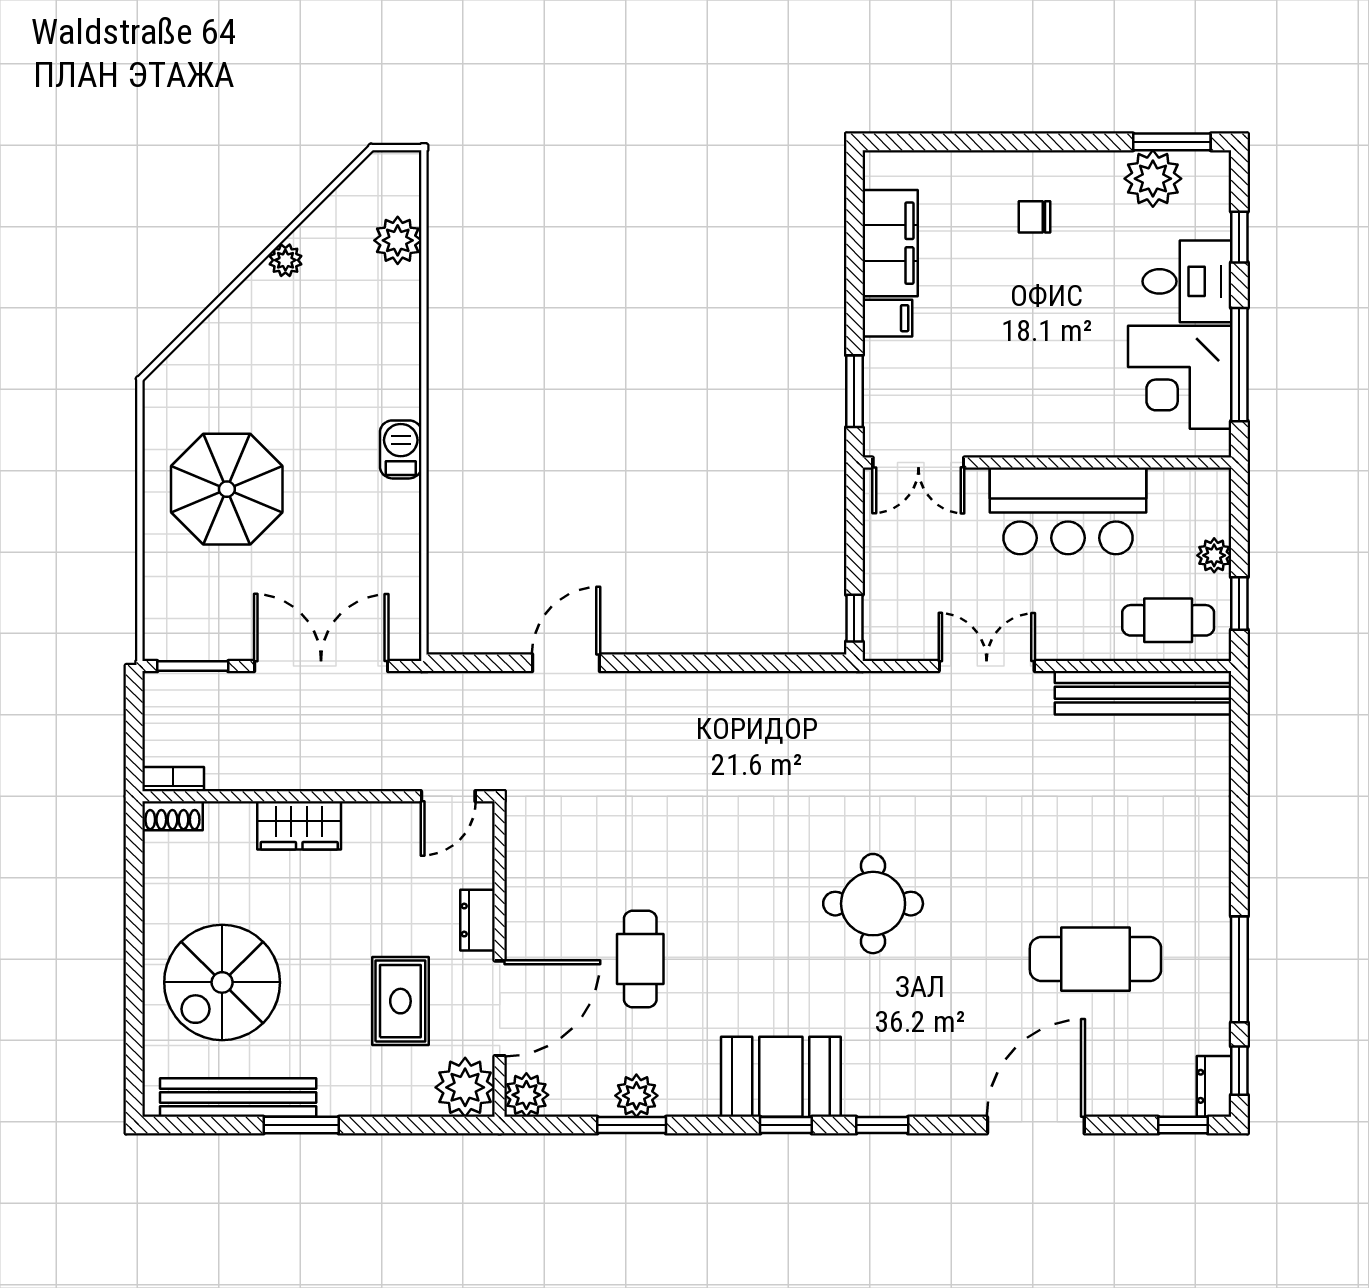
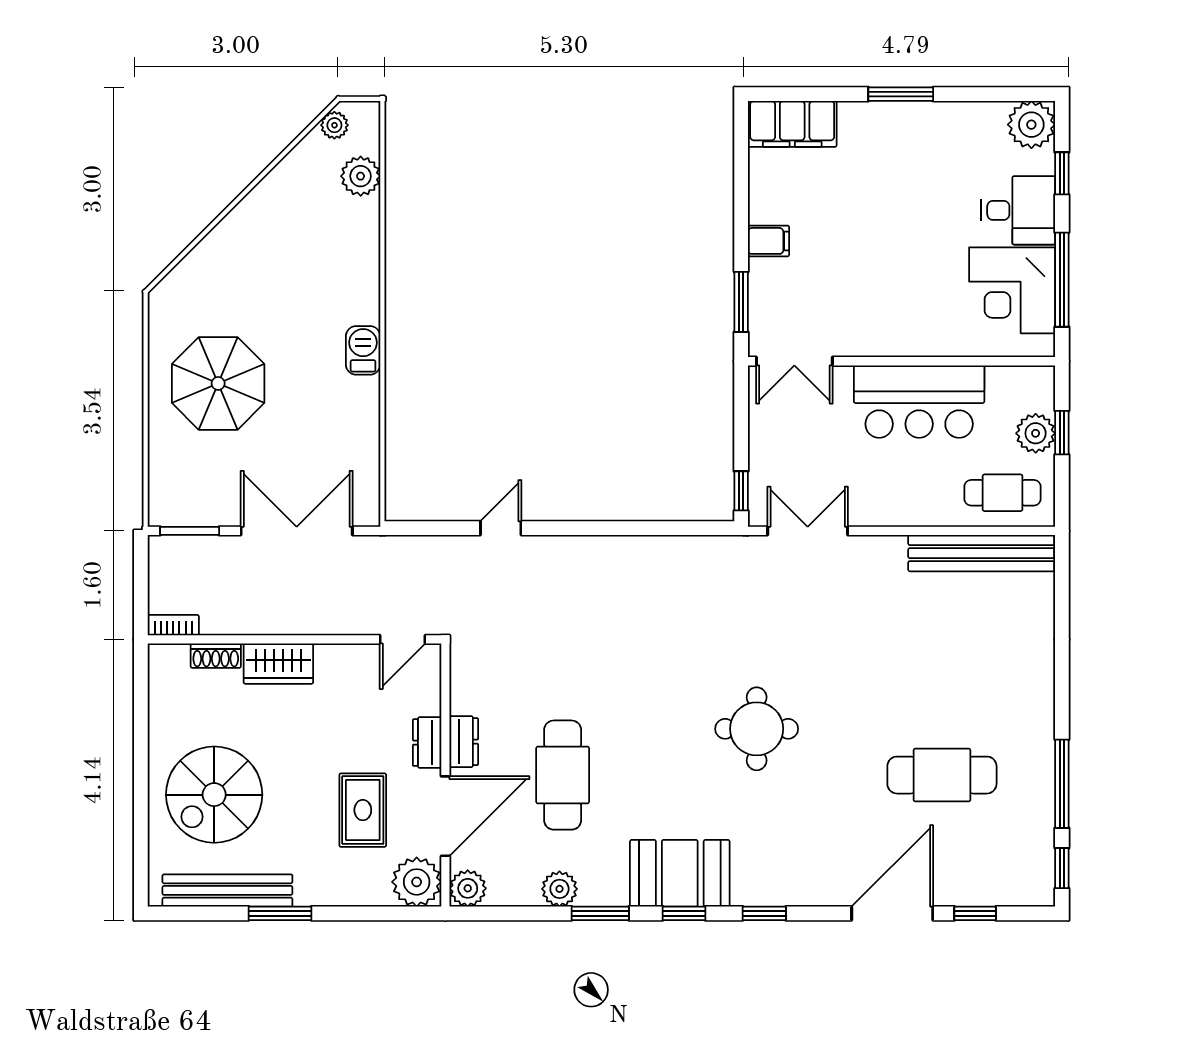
window: (1172, 142) -> (901, 94), moved
plant: (1153, 179) -> (1031, 125), moved
chair: (1034, 217) -> (891, 157), removed
filing cabinet: (890, 243) -> (792, 124), moved, turned 90
plant: (285, 260) -> (334, 125), moved
plant: (1214, 555) -> (1036, 433), width x1.38, depth x1.38
window: (1239, 603) -> (1062, 433), moved
door: (566, 663) -> (501, 528), width x0.73
double door: (987, 666) -> (808, 531), moved
shoe rack: (172, 816) -> (216, 656), moved
cafe table: (640, 959) -> (563, 775), width x1.37, depth x1.35
dresser: (1214, 1086) -> (464, 742), moved, turned 180
window: (632, 1125) -> (600, 913), moved
window: (1183, 1125) -> (975, 913), moved

